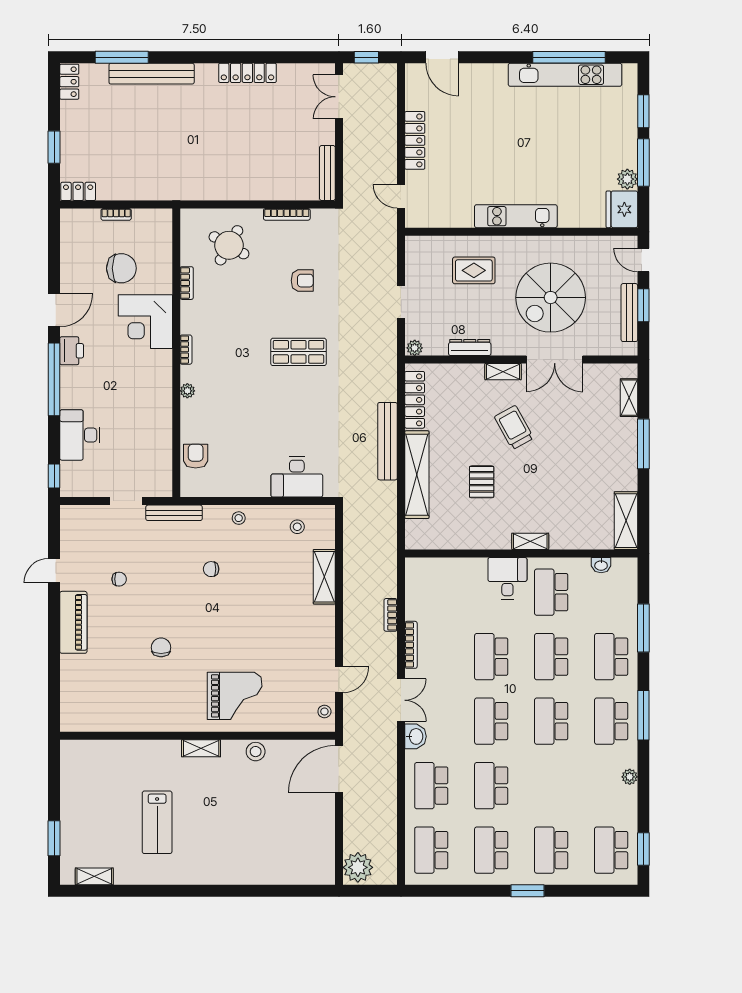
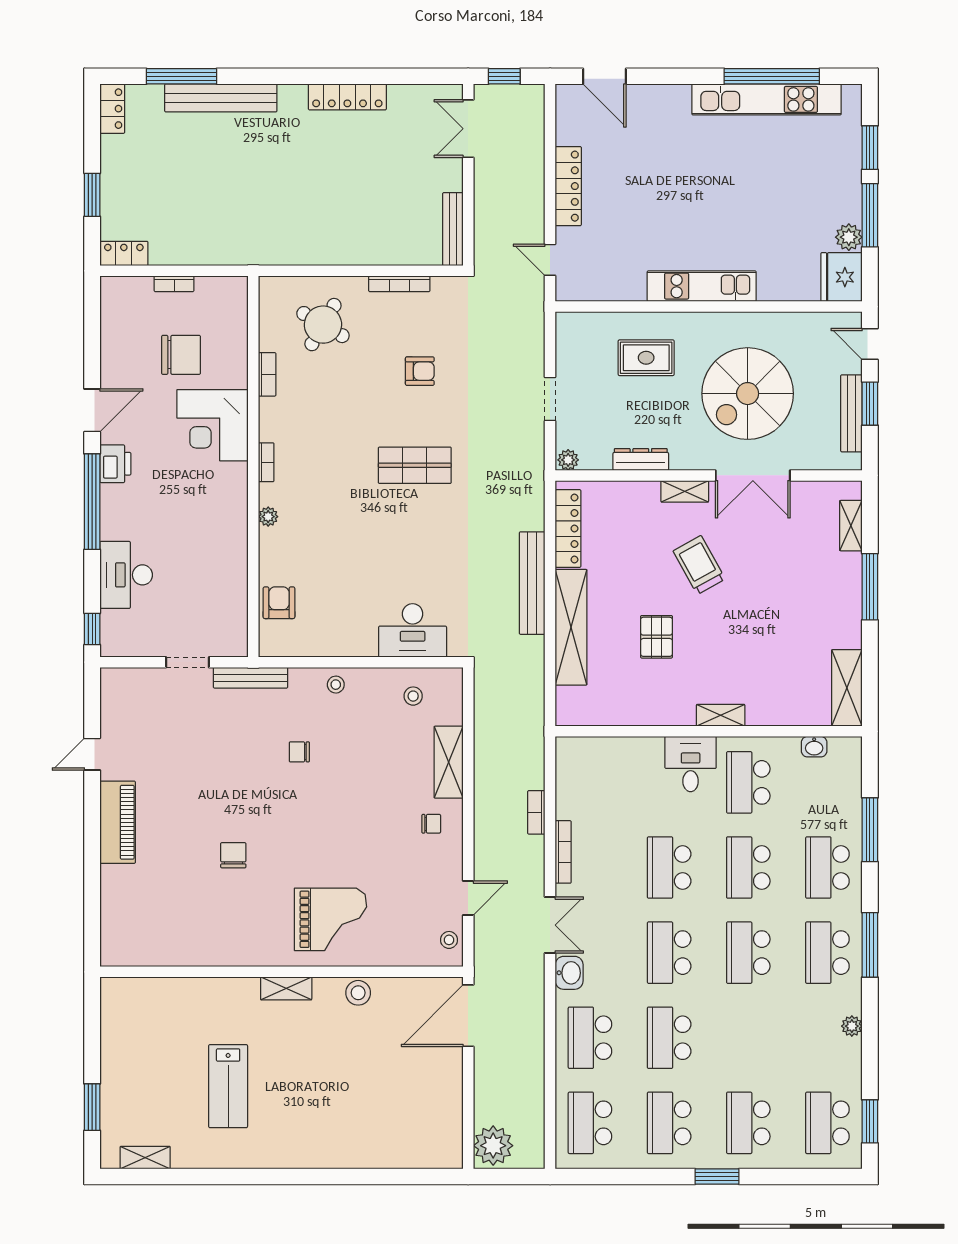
chair: (119, 579) -> (431, 824), moved

